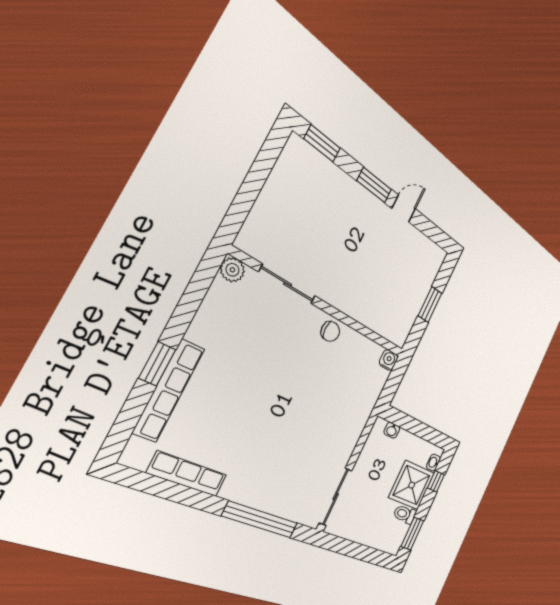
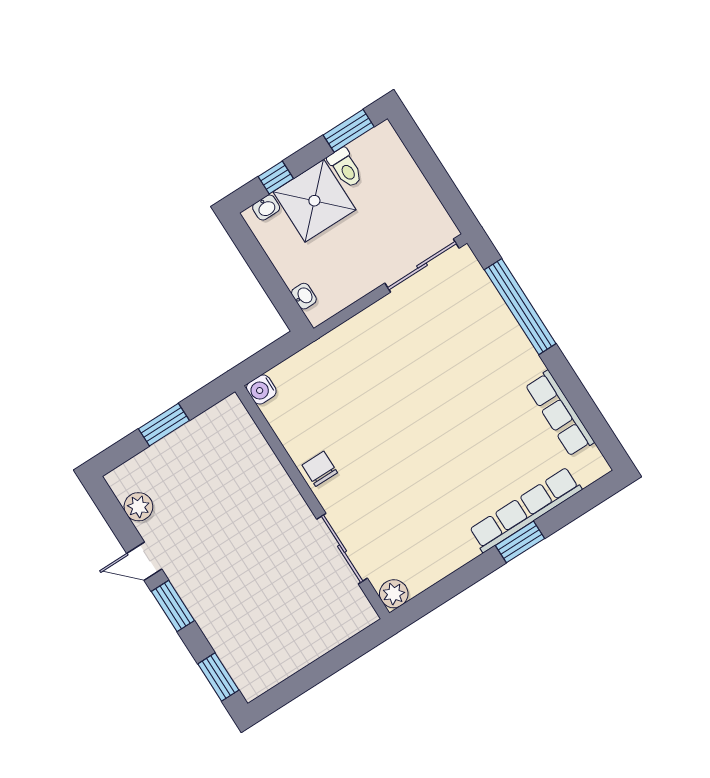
plant: (422, 244) -> (138, 507), added

